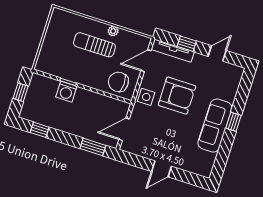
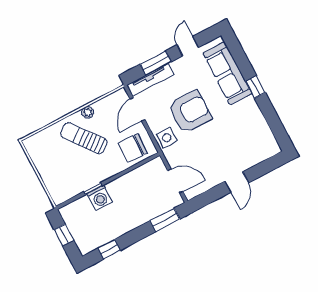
window: (187, 44) -> (156, 63), width x1.50
sun lounger: (94, 45) -> (84, 138), turned 52
sofa: (215, 126) -> (227, 73), moved
door: (124, 129) -> (175, 181), swing flipped

